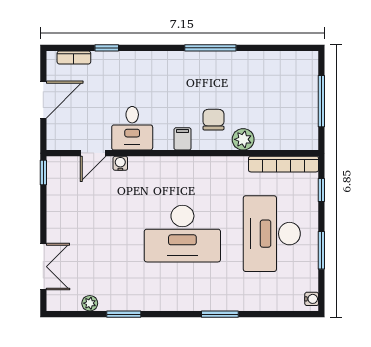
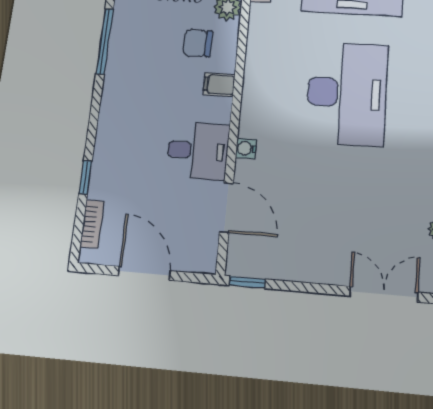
door: (93, 153) -> (226, 208), width x1.38
water cooler: (120, 163) -> (246, 148), moved

